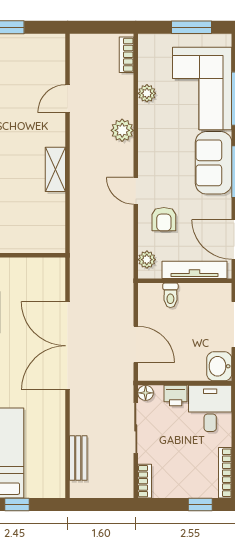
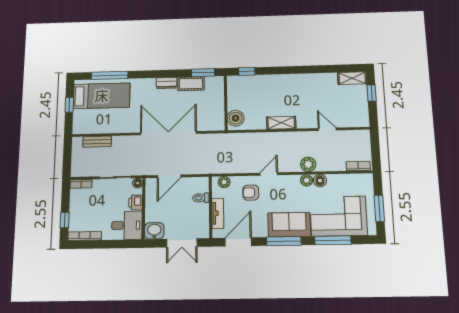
plant: (147, 93) -> (306, 180), moved
floor lamp: (148, 114) -> (320, 181), added
boiler: (46, 240) -> (236, 118), added
tv unit: (195, 270) -> (218, 213), width x0.71

